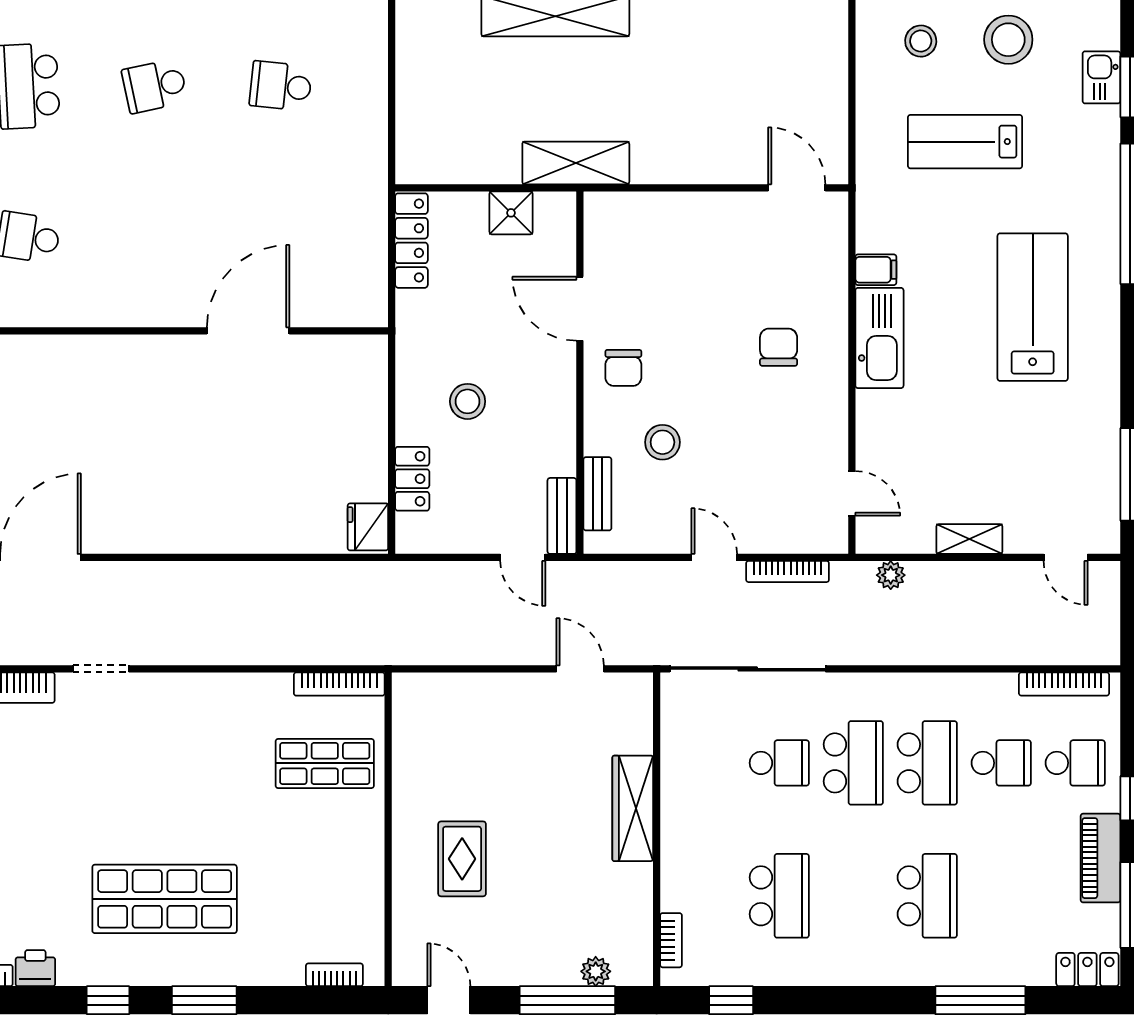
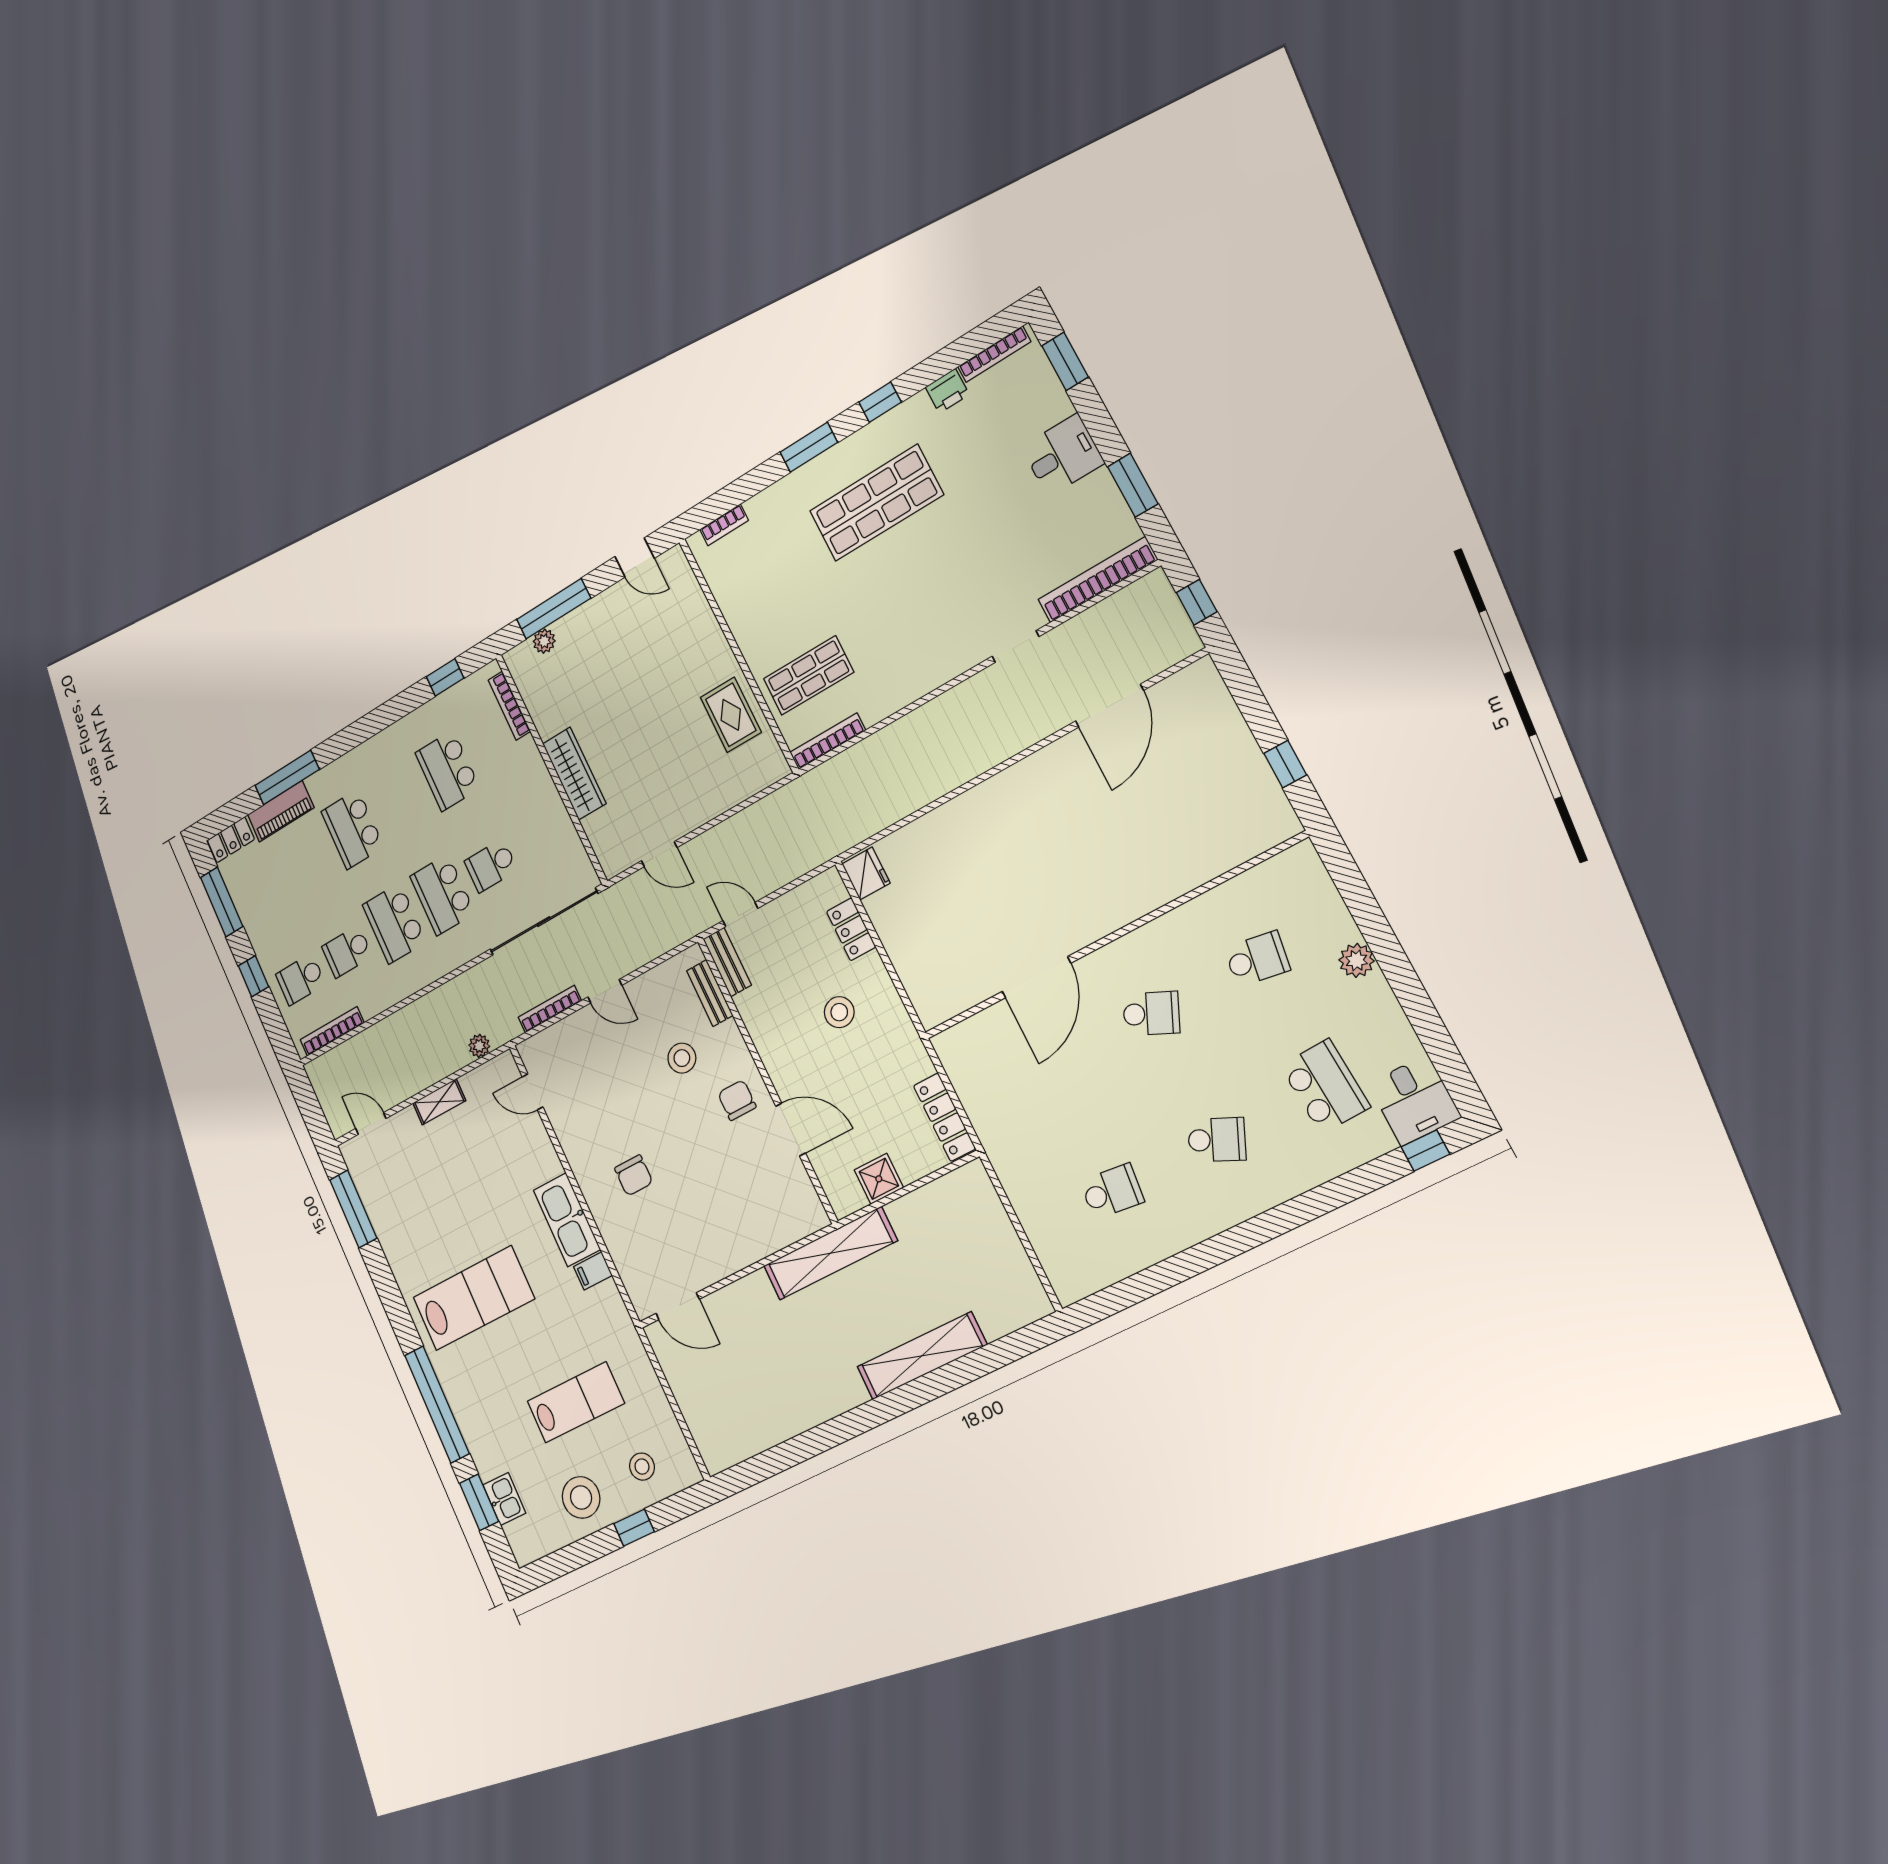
school desk: (155, 86) -> (1217, 1140), turned 36
shelving: (576, 163) -> (830, 1253), width x1.47
school desk: (155, 237) -> (1151, 1014), added
lab bench: (1033, 307) -> (474, 1298), turned -90
piano: (1101, 858) -> (281, 811), moved, turned 90
rug: (462, 859) -> (731, 715), moved
bookcase: (671, 940) -> (509, 706), width x1.56

